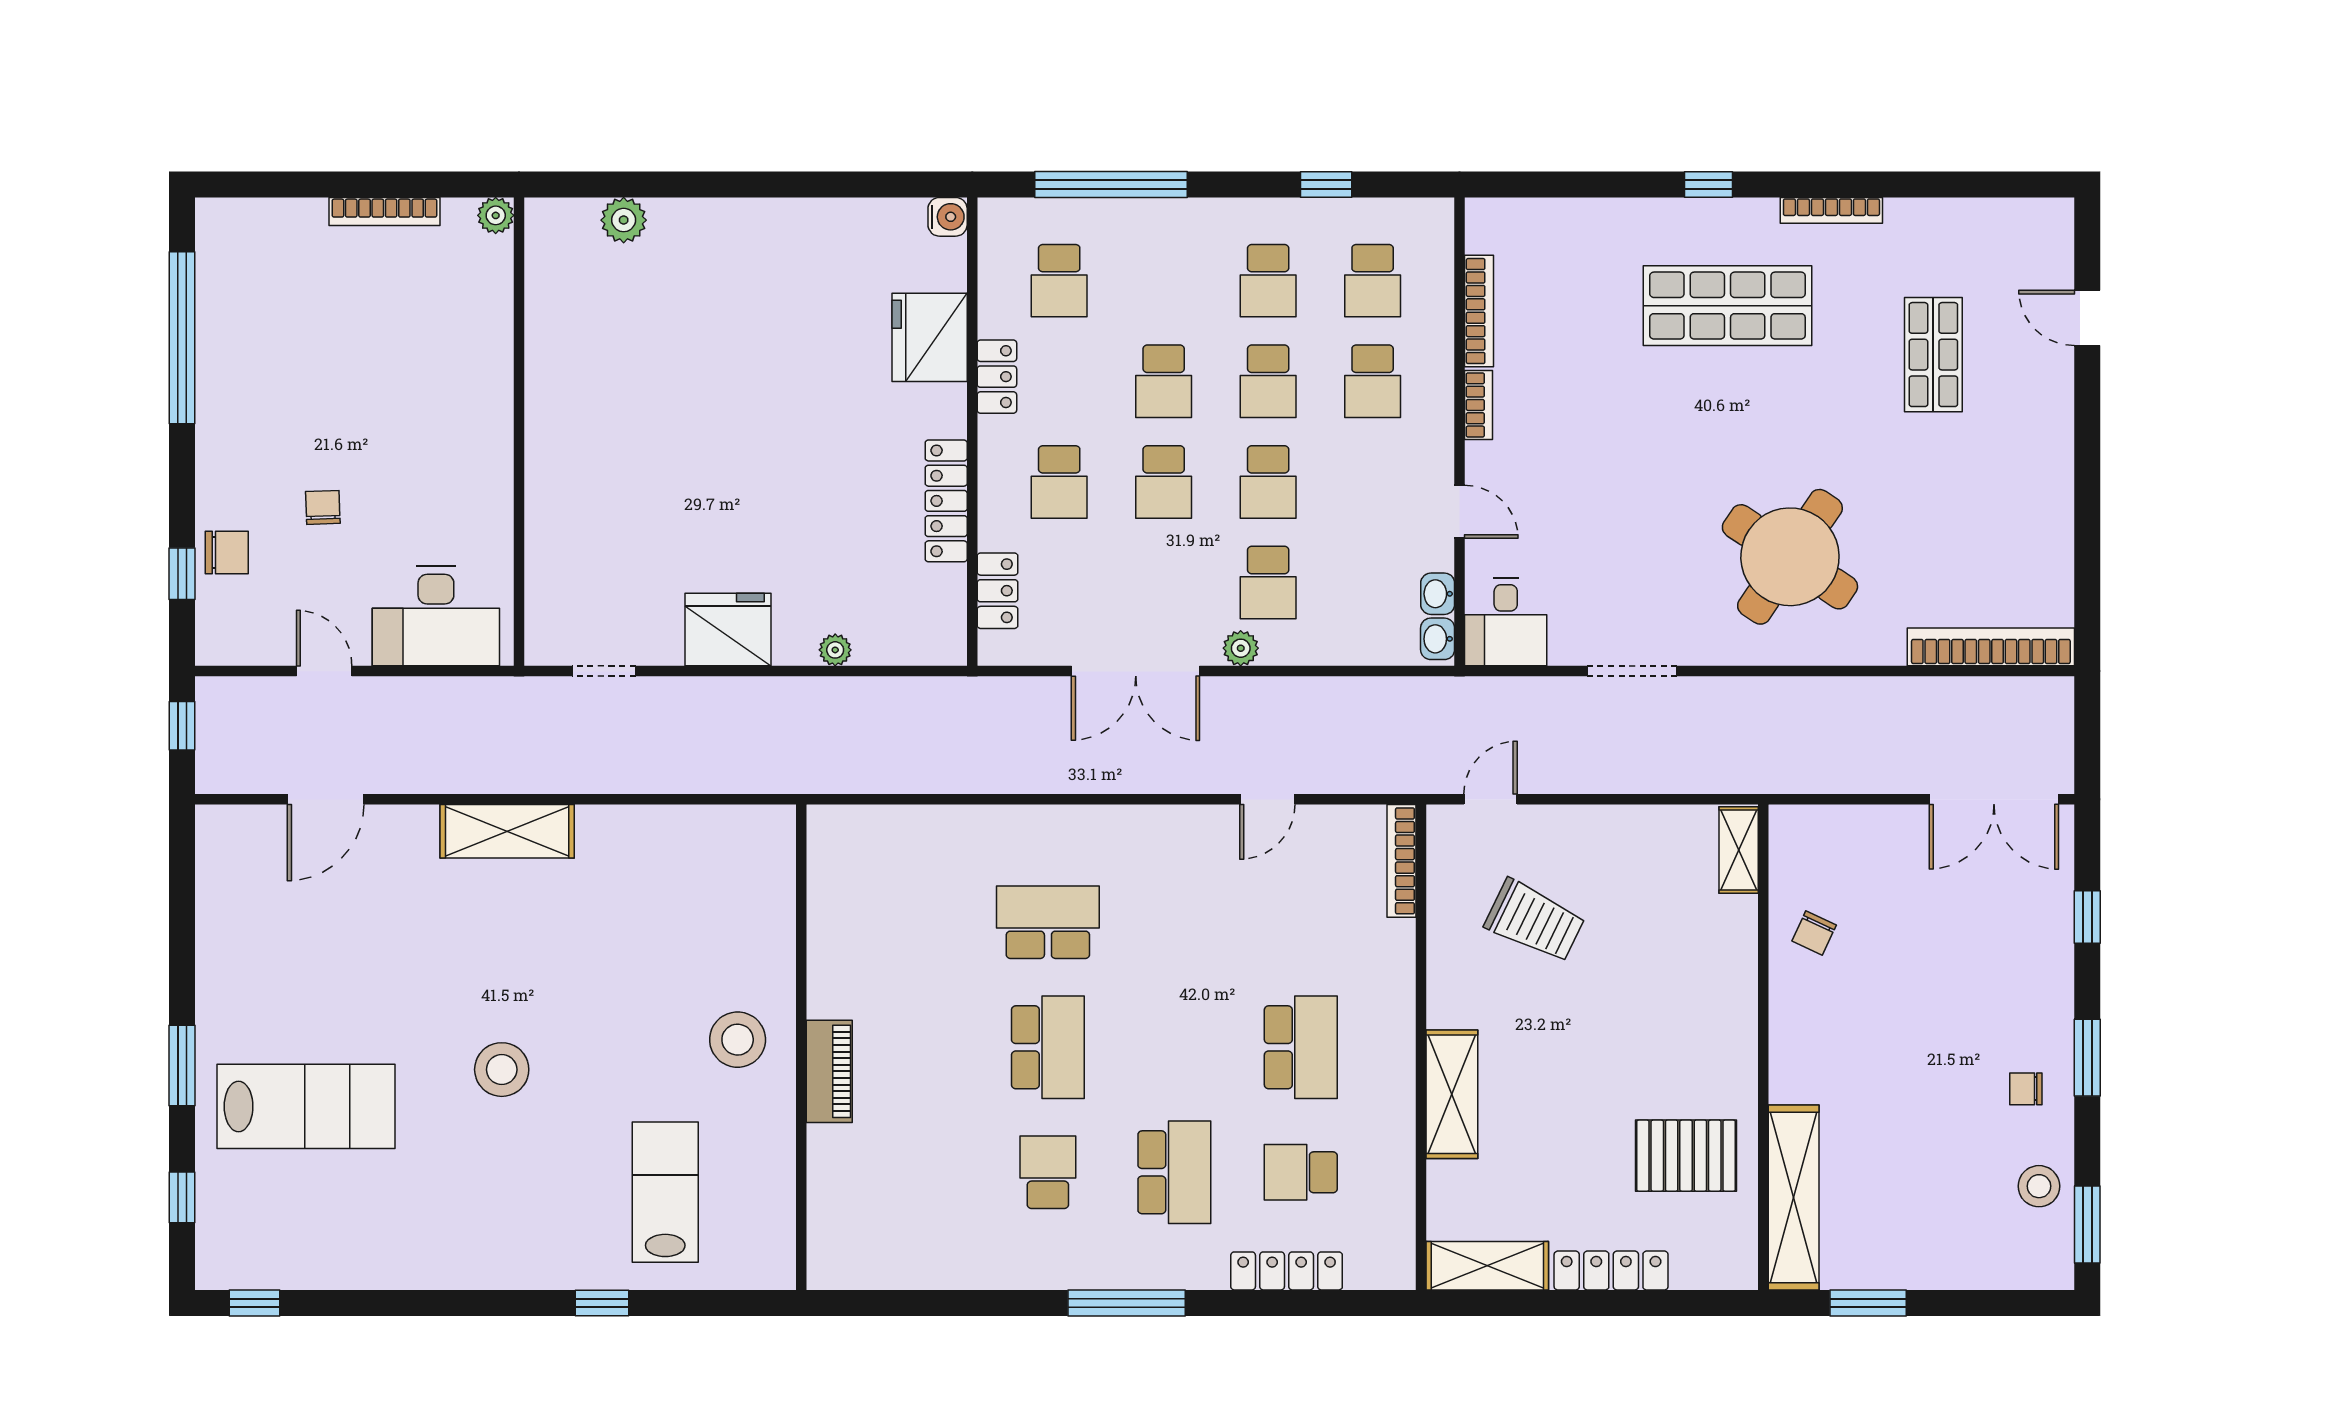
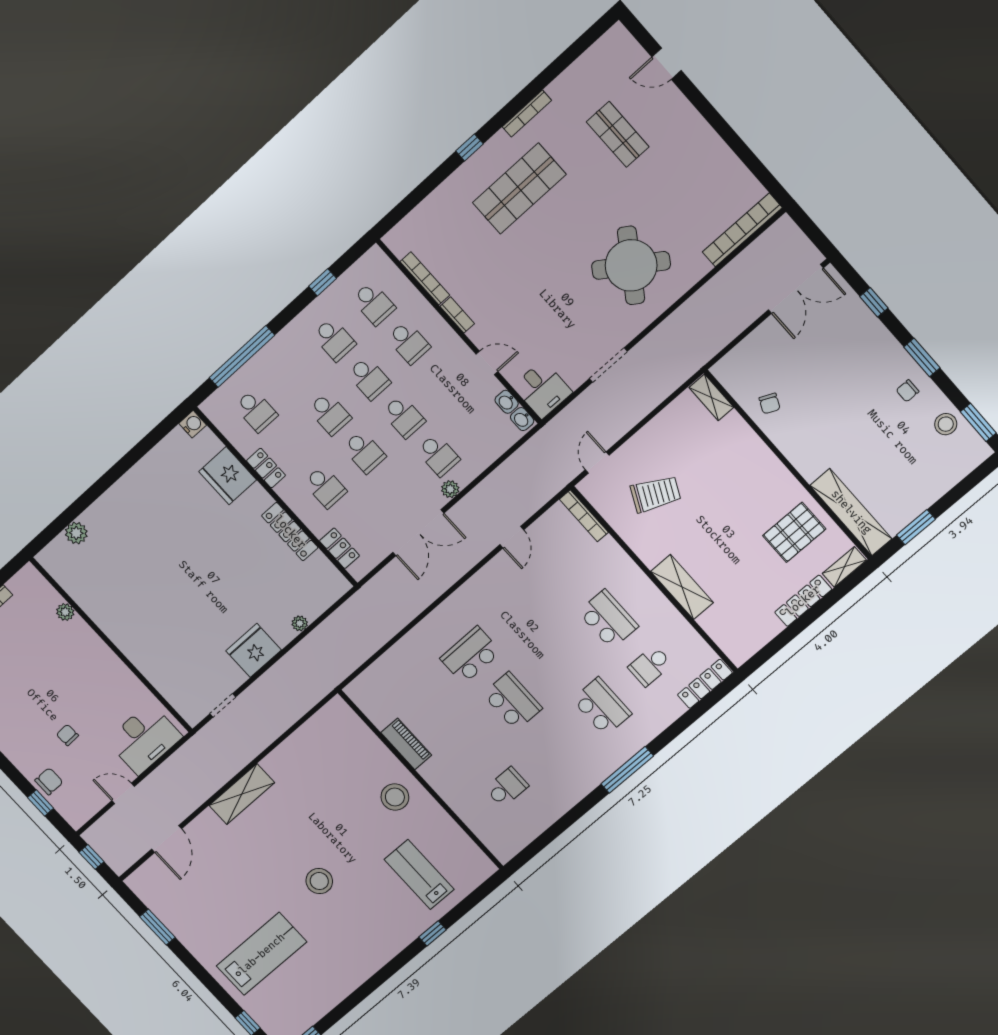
plant: (496, 215) -> (65, 612), moved
window: (182, 1065) -> (157, 927), moved
piano: (829, 1071) -> (406, 744), moved
school desk: (1048, 1172) -> (507, 787), moved, turned 90
shelving: (1487, 1266) -> (844, 567), moved, width x0.67, depth x0.75
locker: (1287, 1271) -> (705, 684), moved

